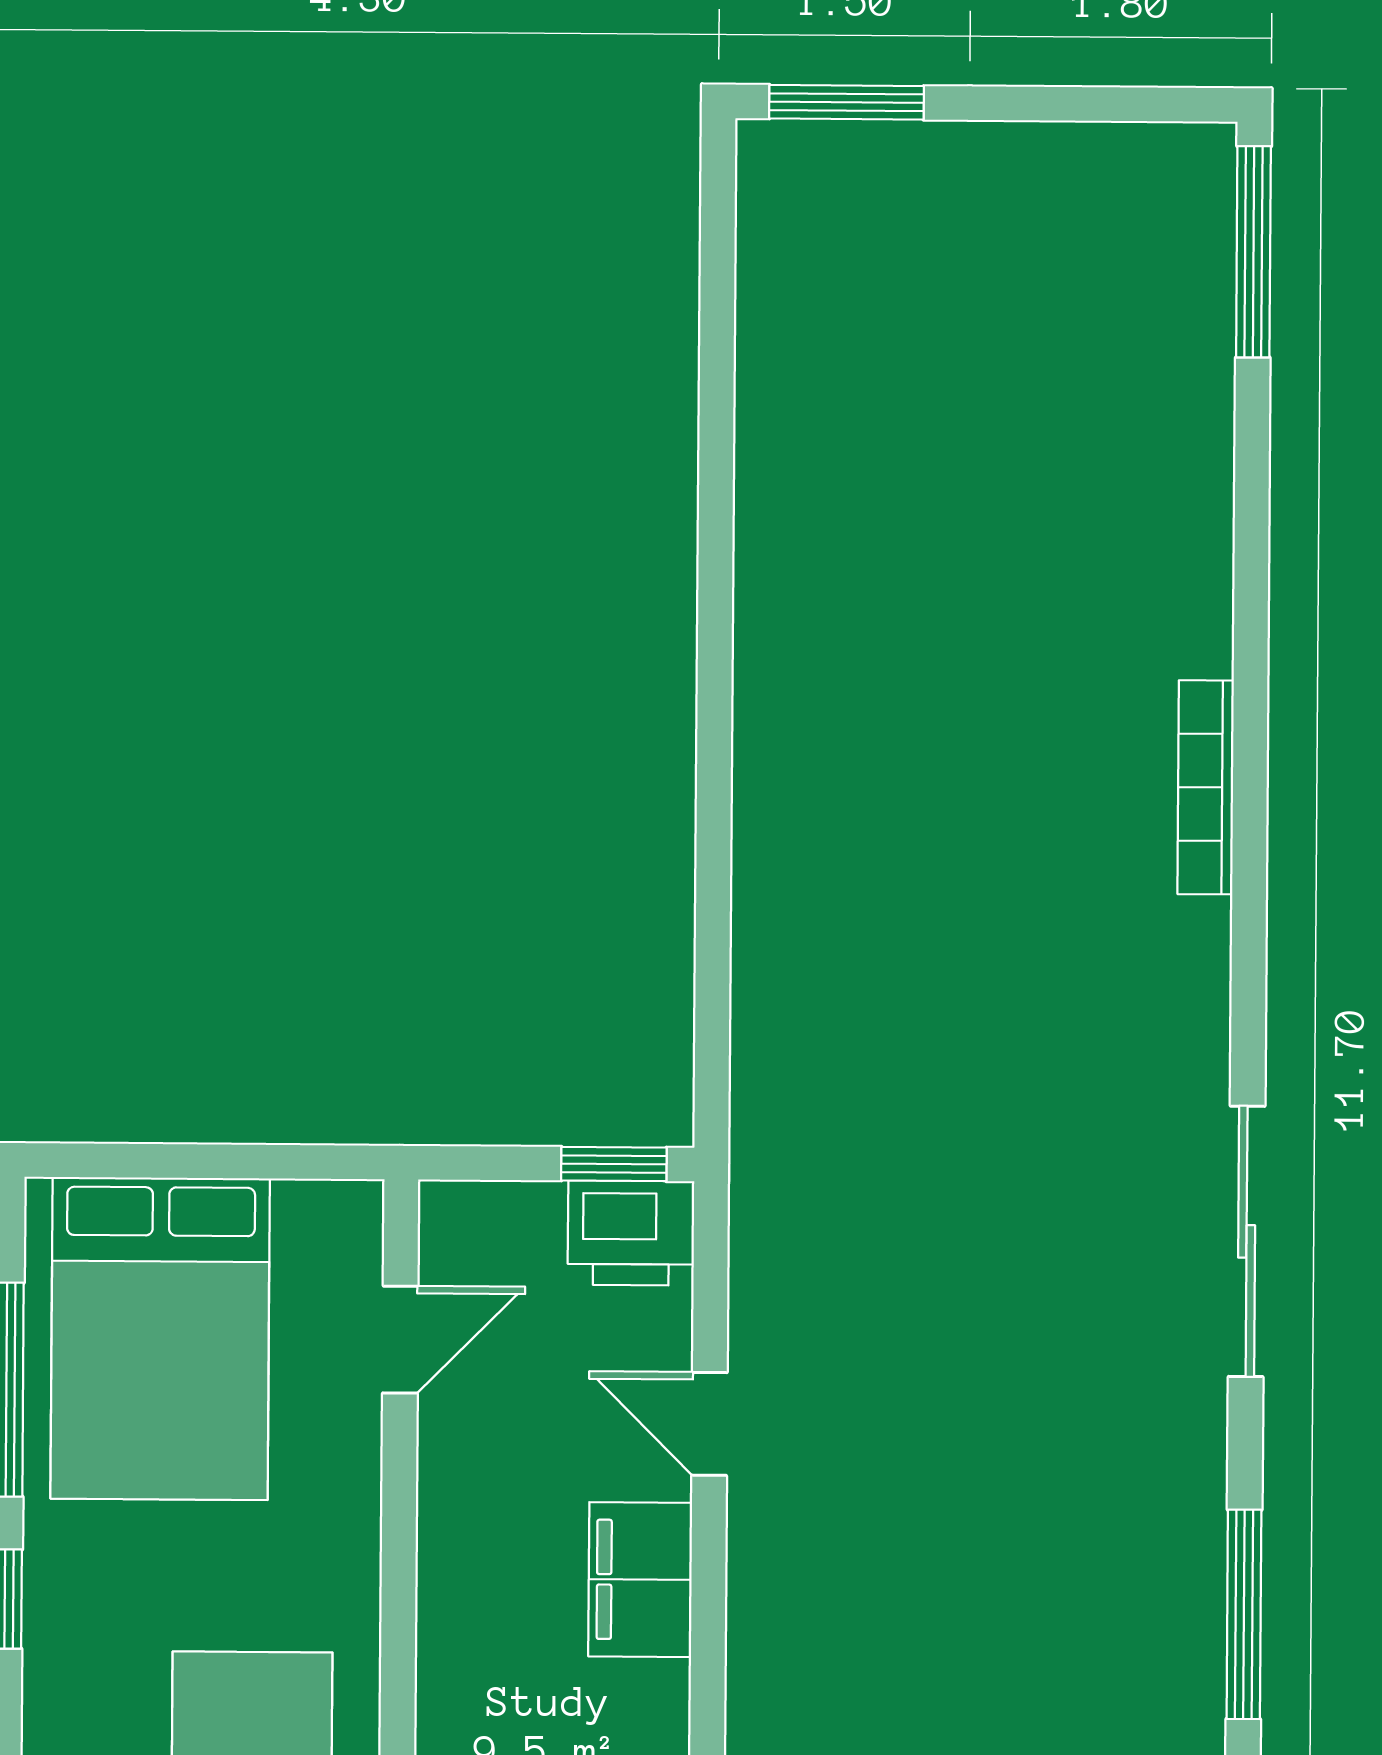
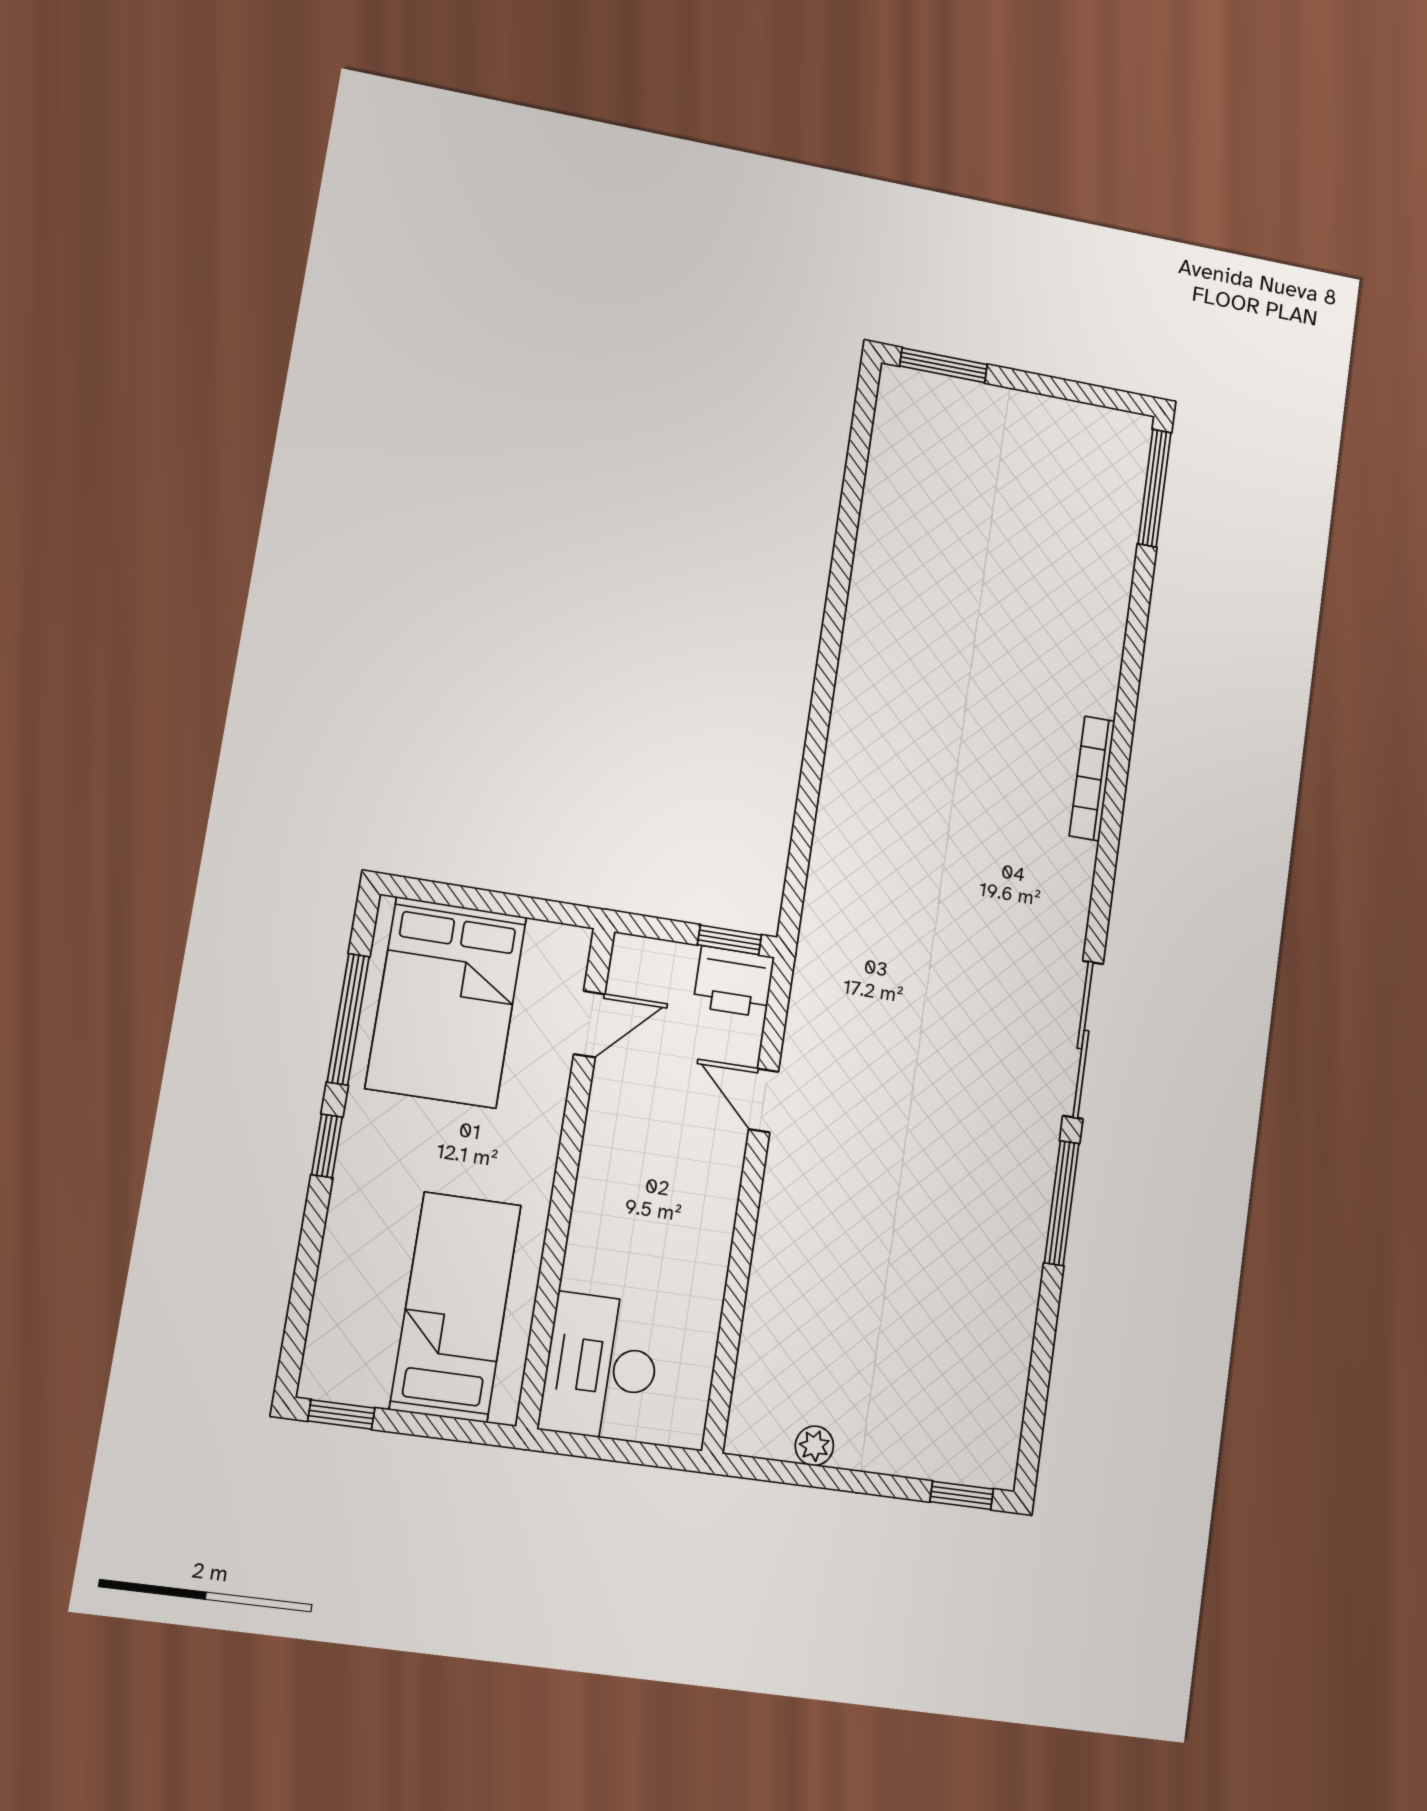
filing cabinet: (640, 1580) -> (710, 1187), removed
window: (1244, 1614) -> (1062, 1203), moved

